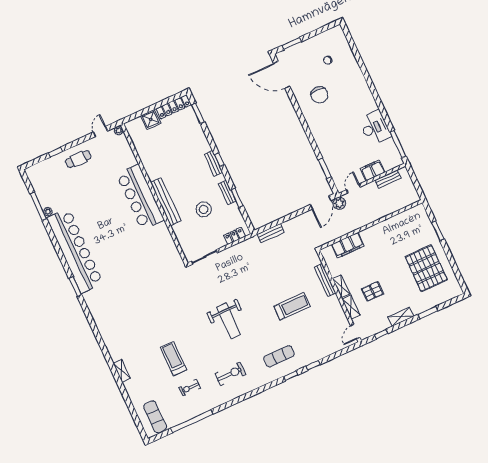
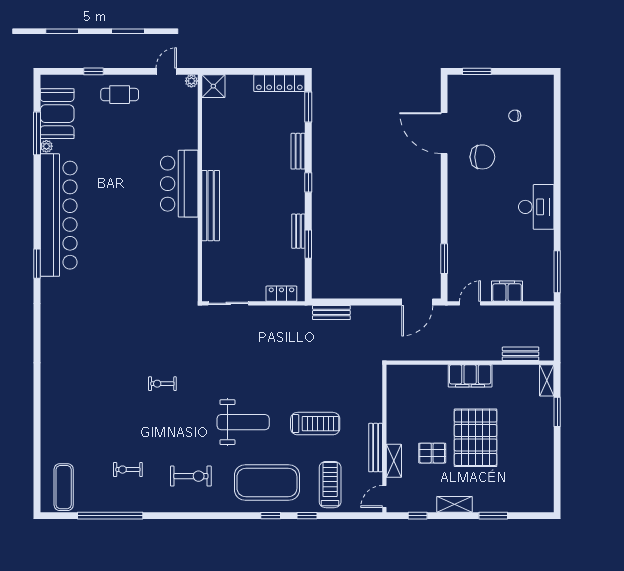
door: (282, 75) -> (444, 133), moved
chair: (319, 95) -> (482, 157), turned -90
shower: (151, 119) -> (213, 86), moved
desk: (375, 128) -> (536, 207), moved
bench: (213, 163) -> (298, 151), moved
bench: (388, 179) -> (521, 354), moved
booth: (45, 189) -> (57, 114), added
bar counter: (140, 197) -> (179, 184), width x0.73
plant: (339, 203) -> (442, 315), removed
stool: (204, 209) -> (257, 239), removed
filing cabinet: (348, 245) -> (470, 376), moved
pallet: (426, 268) -> (476, 438), moved
bench: (325, 280) -> (376, 448), moved
shelving: (341, 286) -> (547, 380), moved
weight bench: (228, 321) -> (243, 422), moved, turned -90
exercise bike: (187, 325) -> (162, 384), added
exercise mat: (279, 356) -> (267, 482), width x2.00, depth x1.45
treadmill: (173, 359) -> (330, 485), moved
shelving: (122, 371) -> (47, 405), removed

